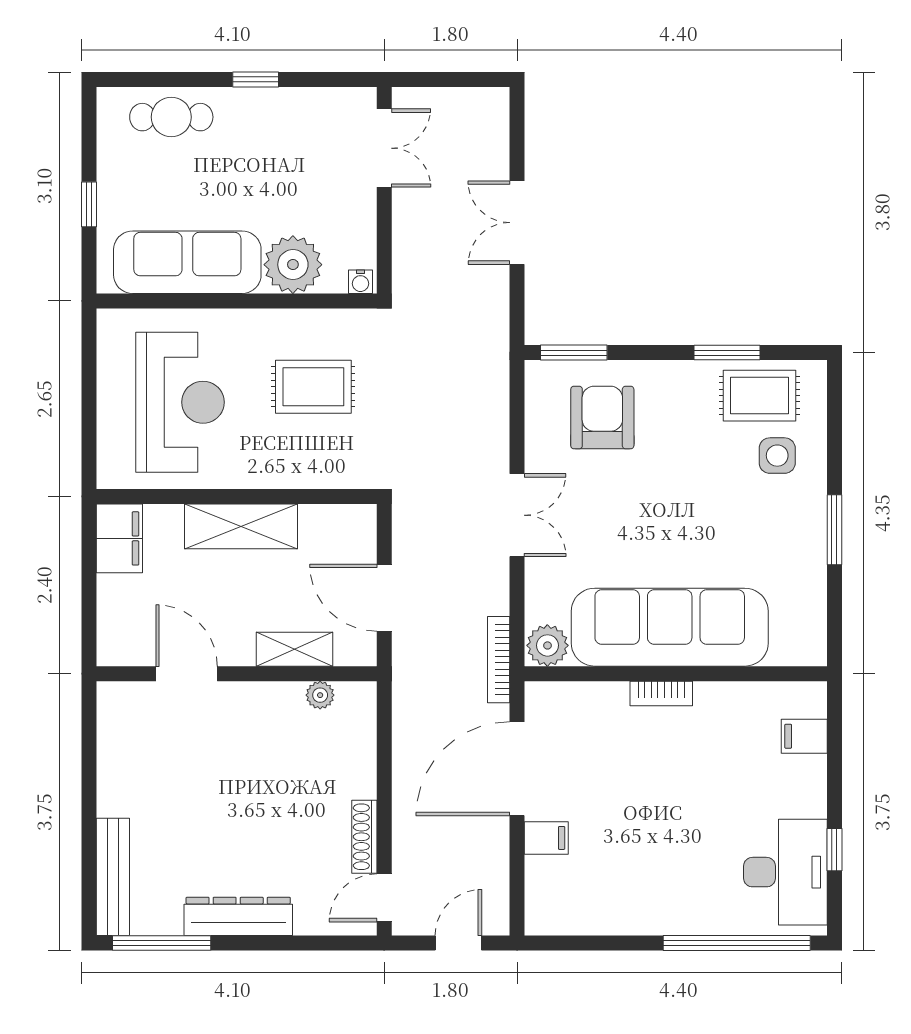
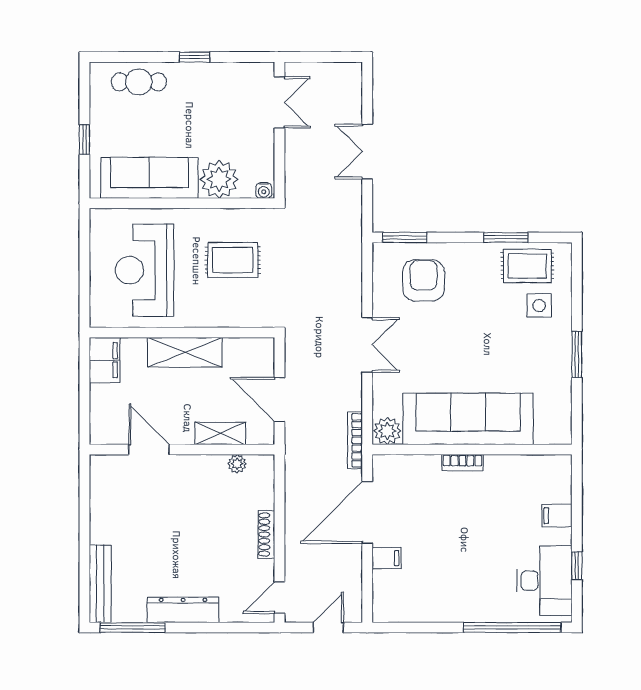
reception desk: (180, 402) -> (145, 270), turned 180
filing cabinet: (804, 736) -> (557, 516), moved
shoe rack: (364, 837) -> (266, 534), moved

